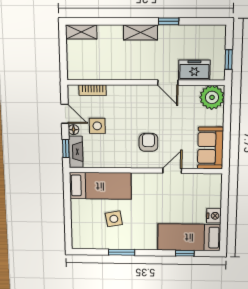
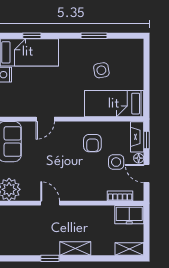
freezer: (194, 70) -> (129, 215), moved
armchair: (148, 142) -> (92, 143), moved

